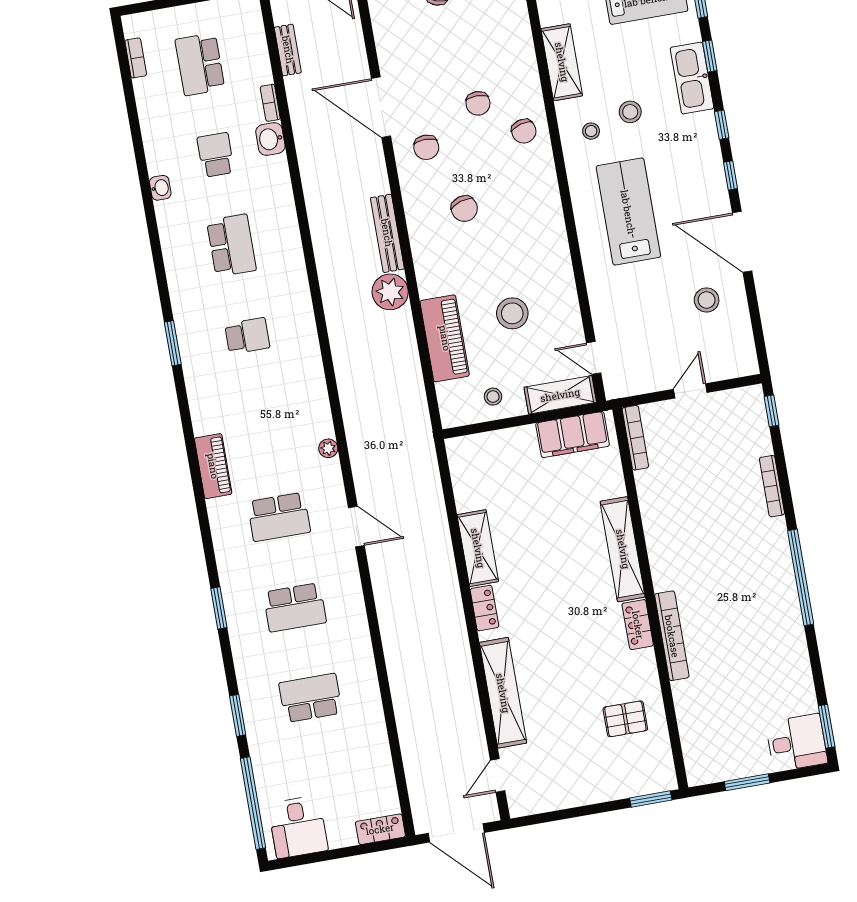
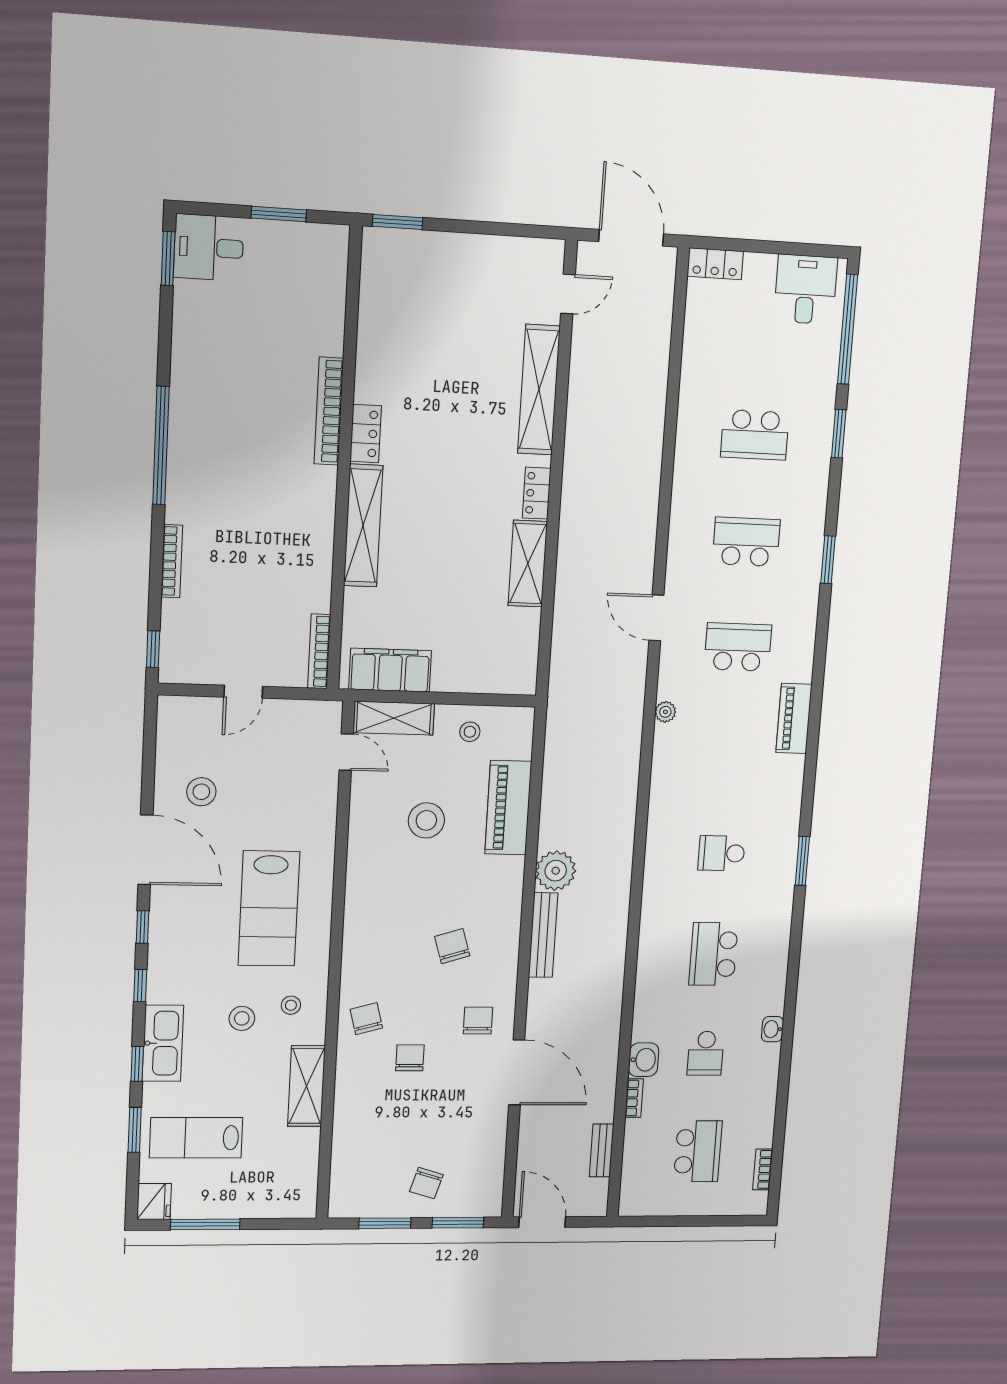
pallet: (625, 719) -> (405, 325), removed

